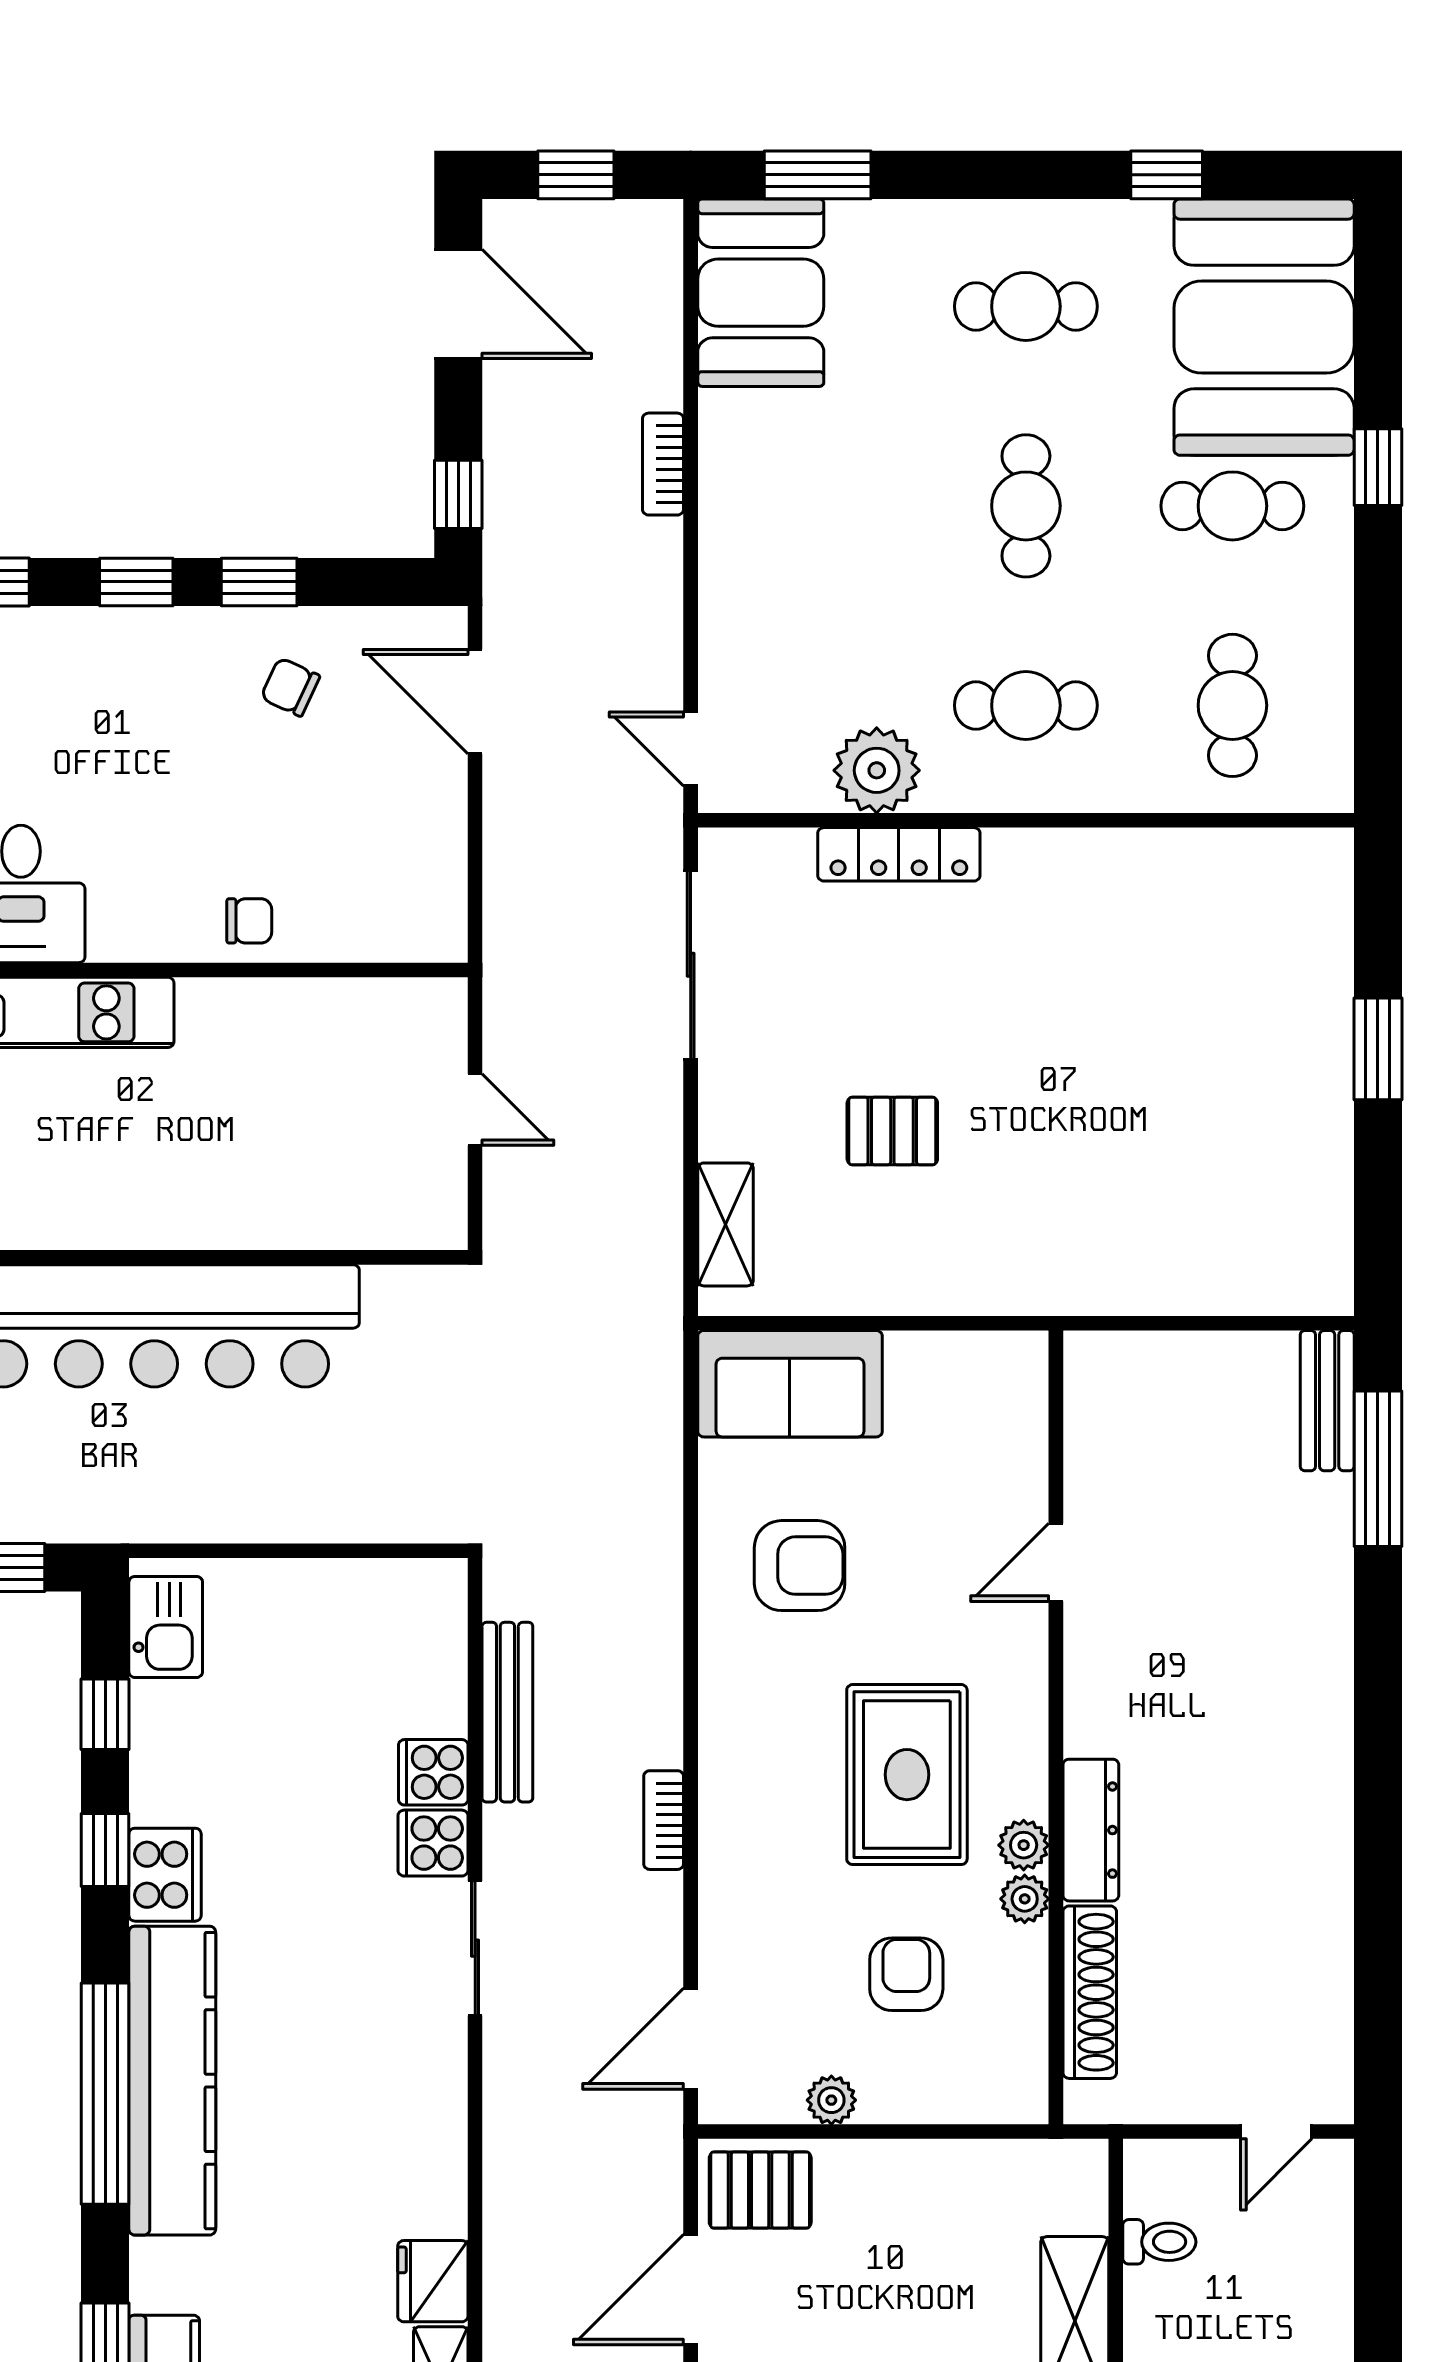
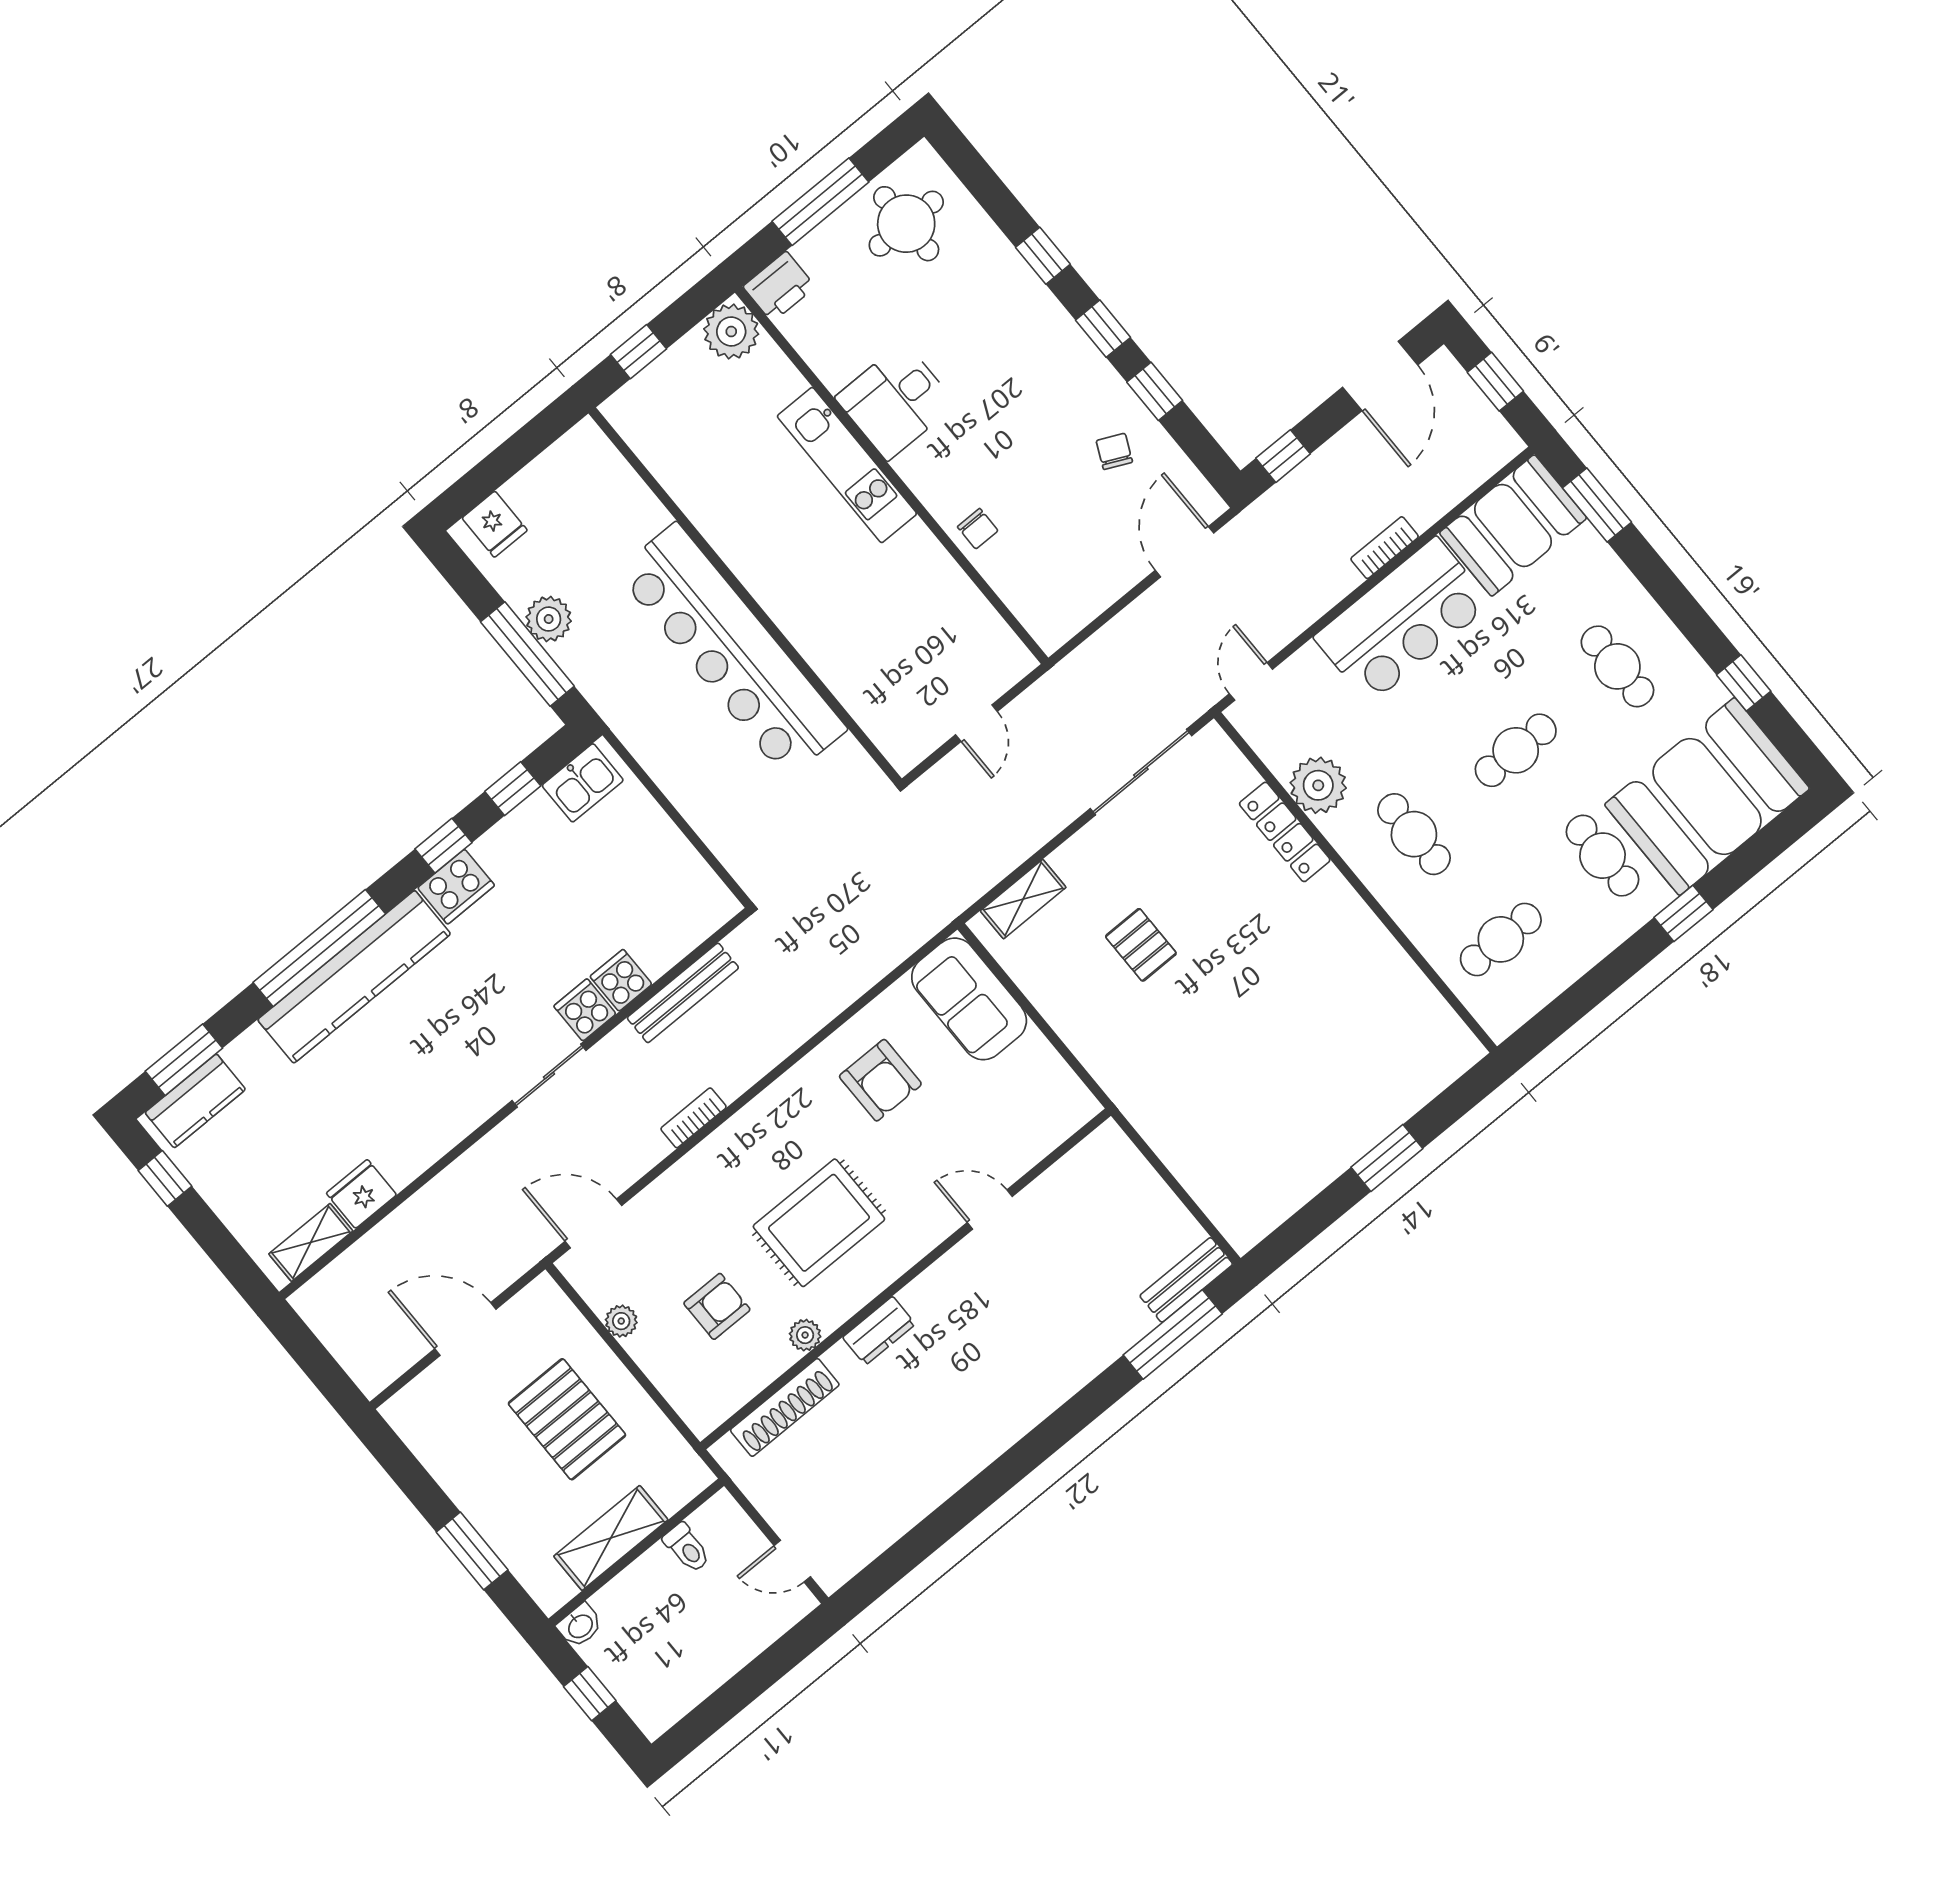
bar counter: (765, 513) -> (1403, 621), added
dresser: (1091, 1830) -> (879, 1331), width x0.70
plant: (1024, 1845) -> (832, 1312), removed
pallet: (760, 2190) -> (567, 1419), moved, width x1.50, depth x1.42

